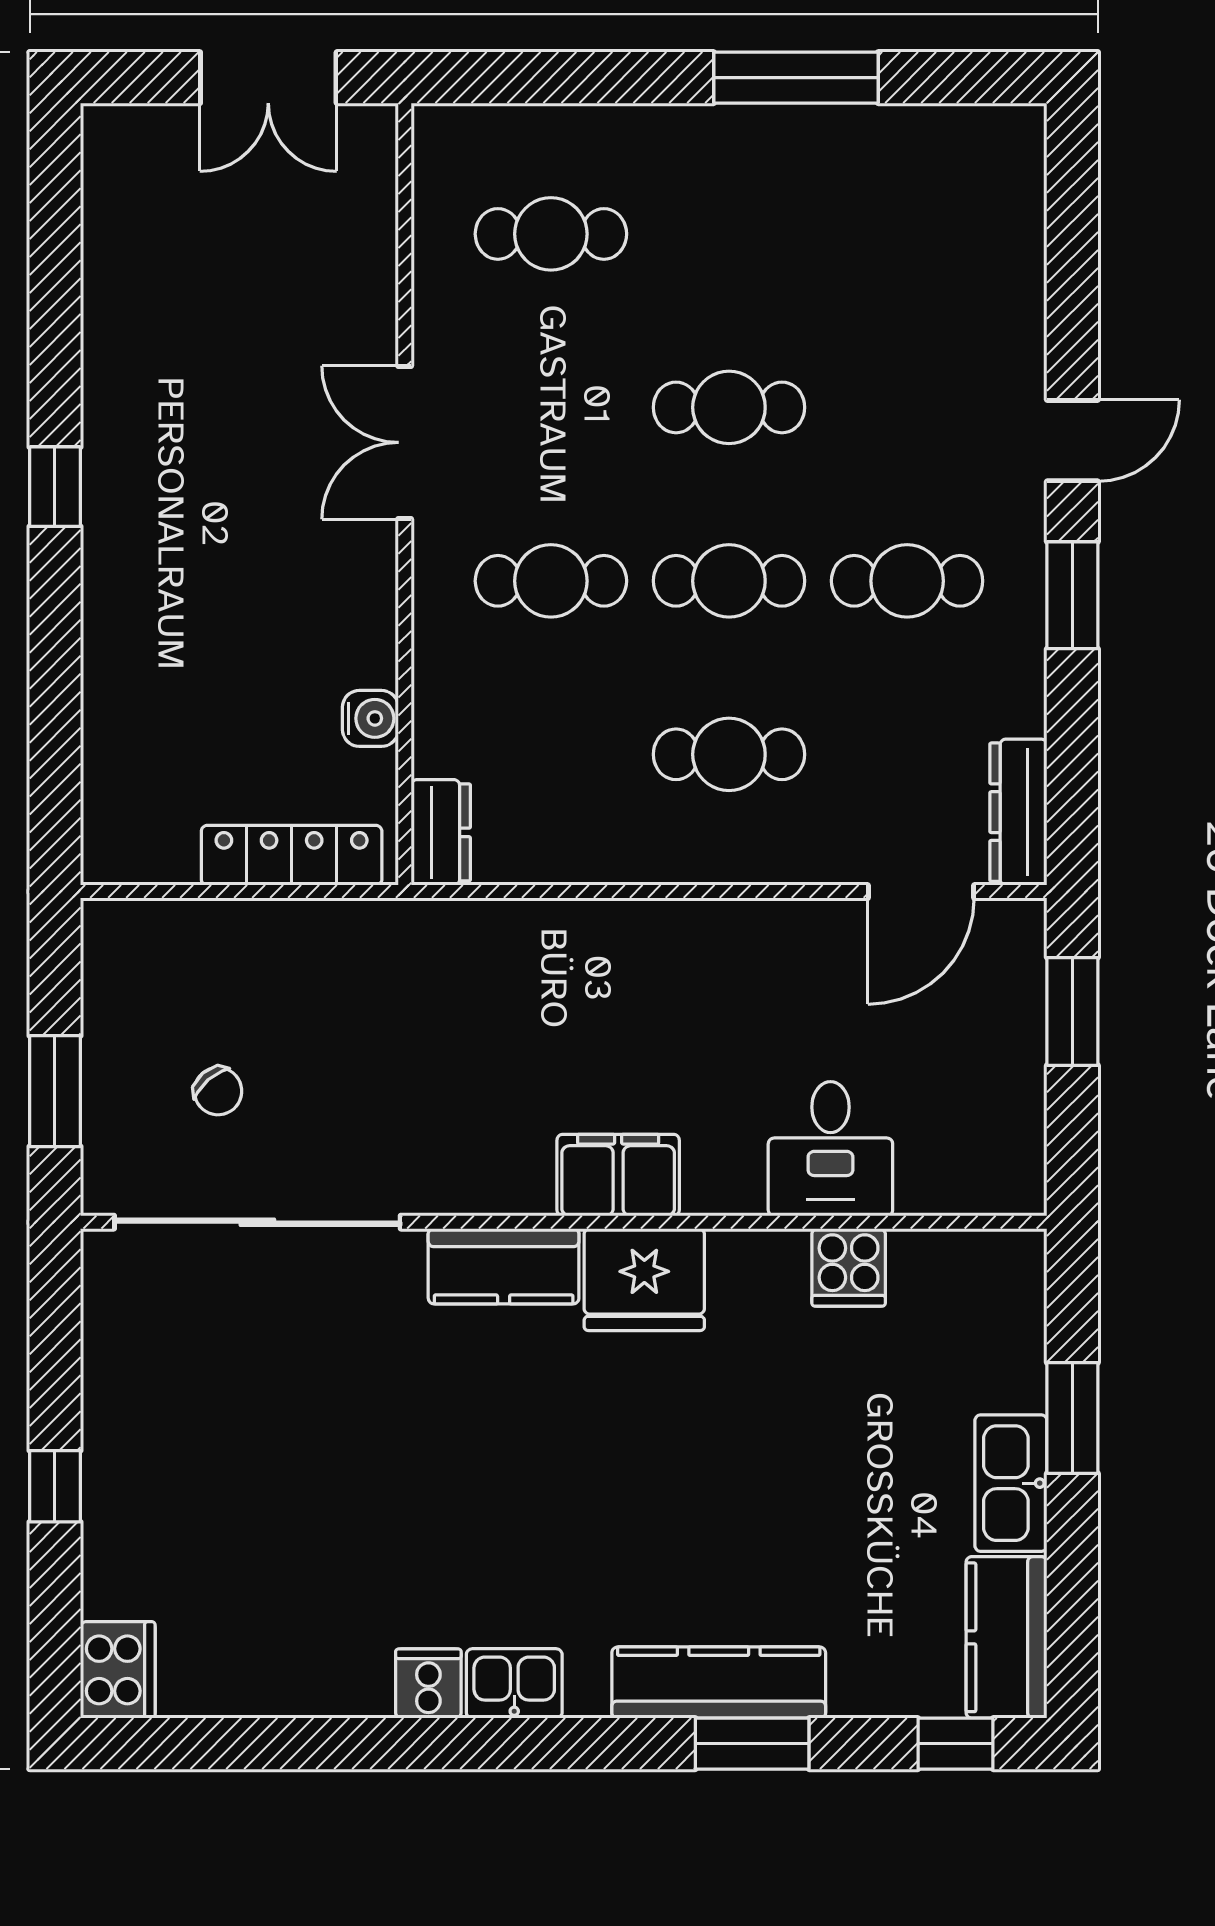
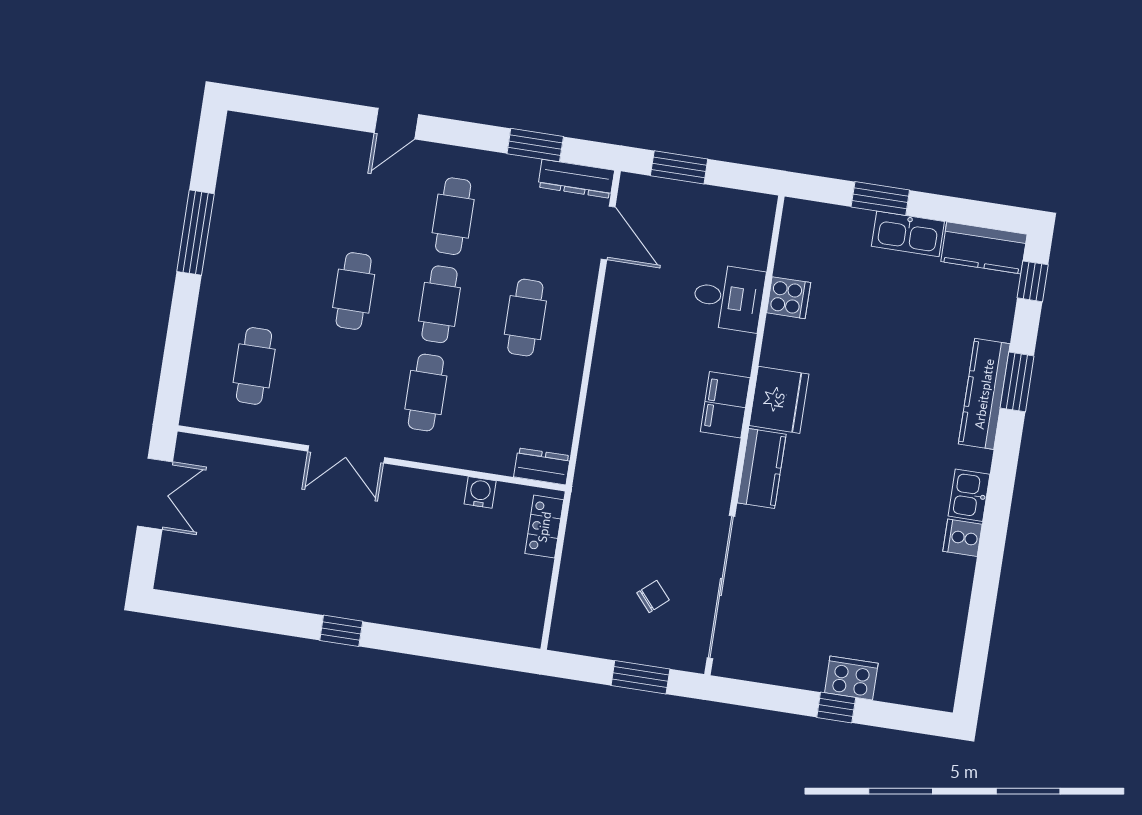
door: (1072, 441) -> (396, 124), swing flipped
window: (1072, 595) -> (535, 145), moved
locker: (292, 855) -> (544, 527), width x0.66
cooker: (118, 1670) -> (851, 678), moved

